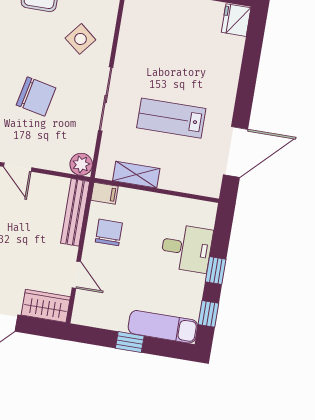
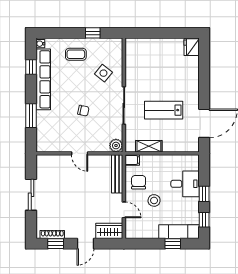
chair: (36, 96) -> (83, 111), width x0.54, depth x0.54
stool: (130, 267) -> (154, 200), added
window: (130, 342) -> (173, 244), moved

